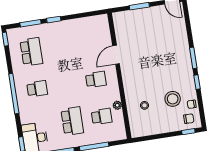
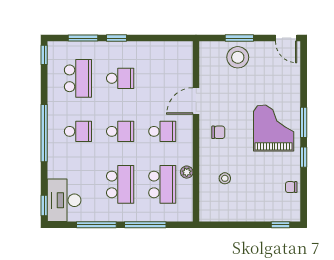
school desk: (61, 47) -> (120, 78), added
grand piano: (173, 65) -> (274, 128), added
school desk: (66, 84) -> (120, 131), added
stool: (173, 99) -> (238, 57), moved
school desk: (102, 116) -> (162, 184), width x1.85
chair: (189, 119) -> (218, 132), moved

